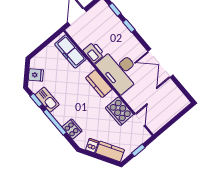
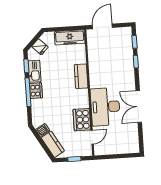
freezer: (70, 51) -> (70, 37), moved, turned -90
printer: (94, 53) -> (95, 62), removed
desk: (119, 70) -> (105, 107), moved
kitchen counter: (99, 84) -> (81, 76), moved
cooker: (72, 129) -> (36, 91), moved

